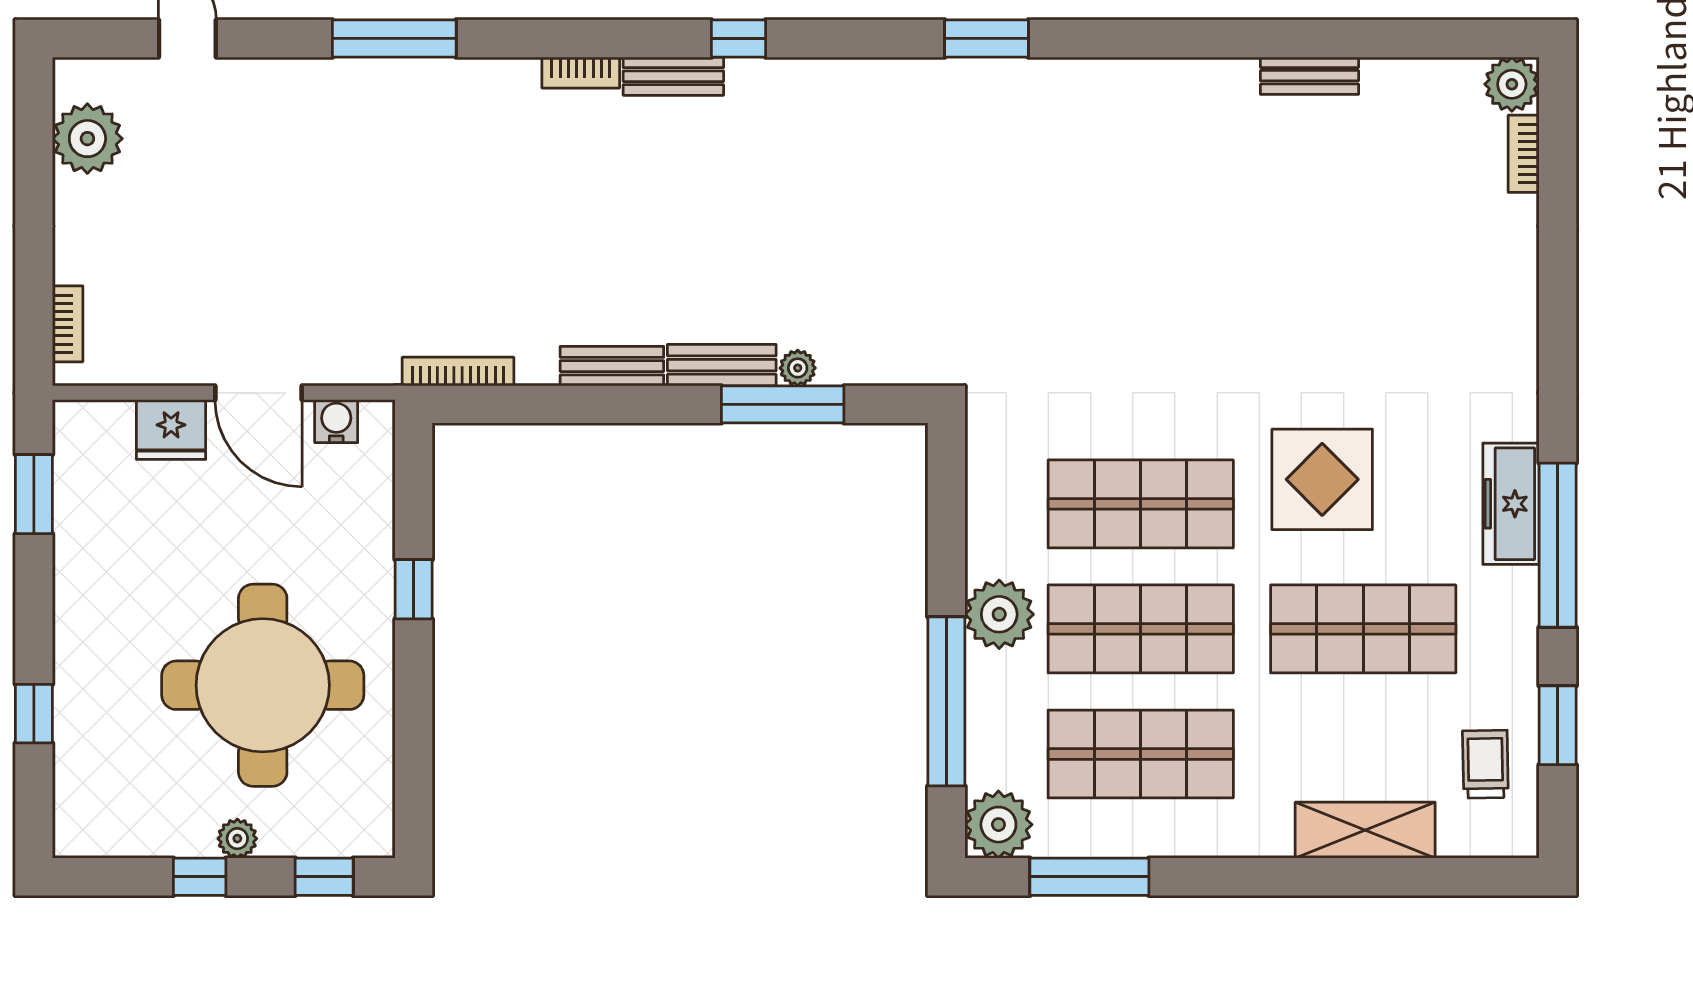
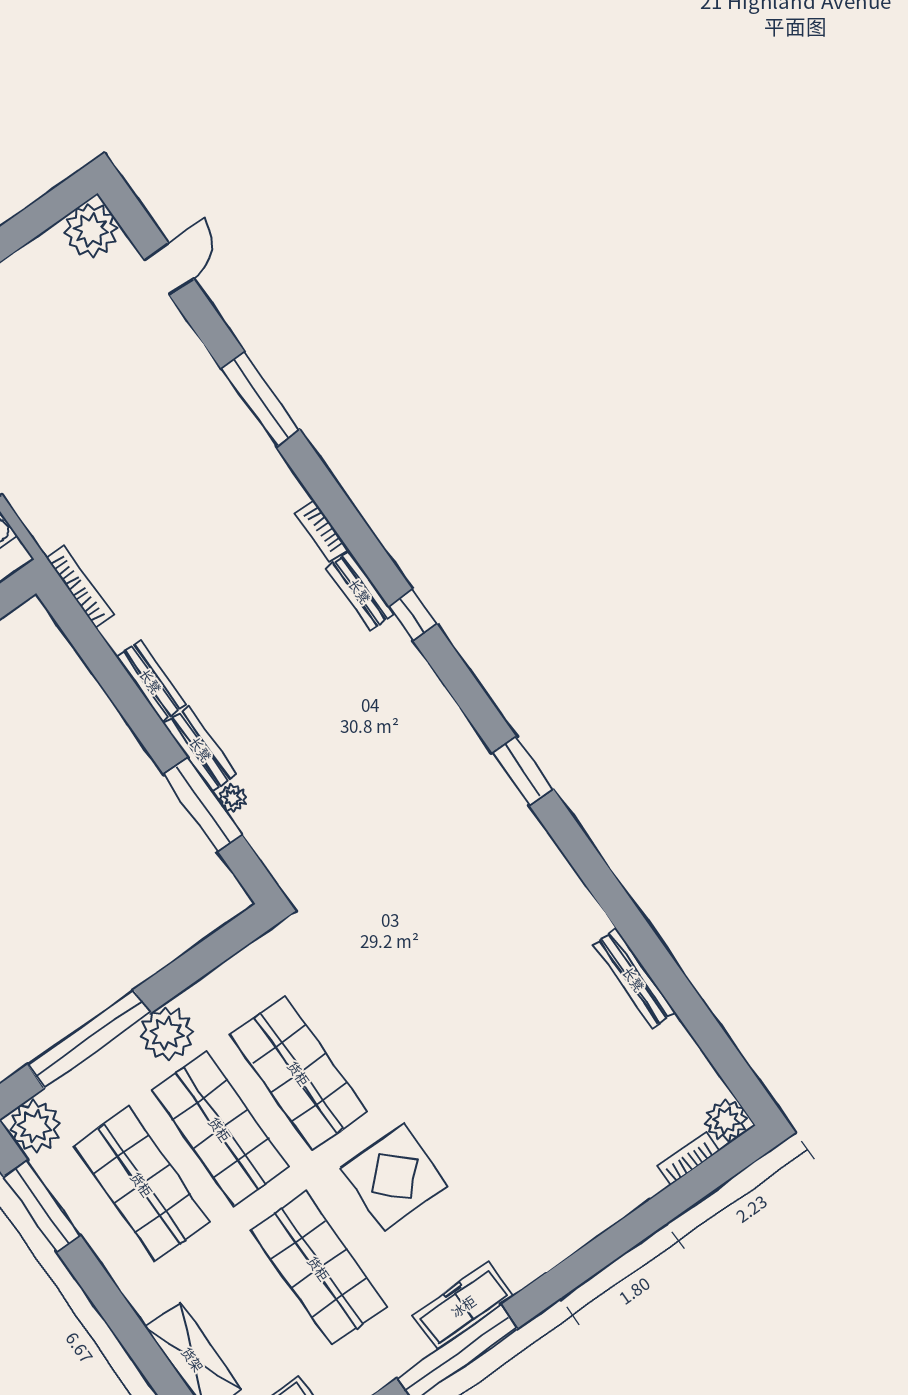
bench: (1310, 76) -> (634, 979), width x1.36
plant: (87, 139) -> (91, 230), moved

